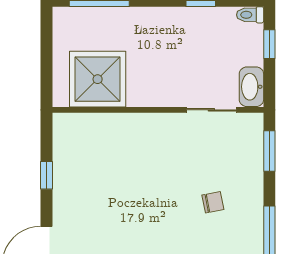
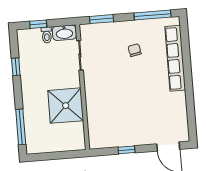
toilet: (250, 15) -> (47, 35), moved
shower: (98, 79) -> (66, 106), moved

